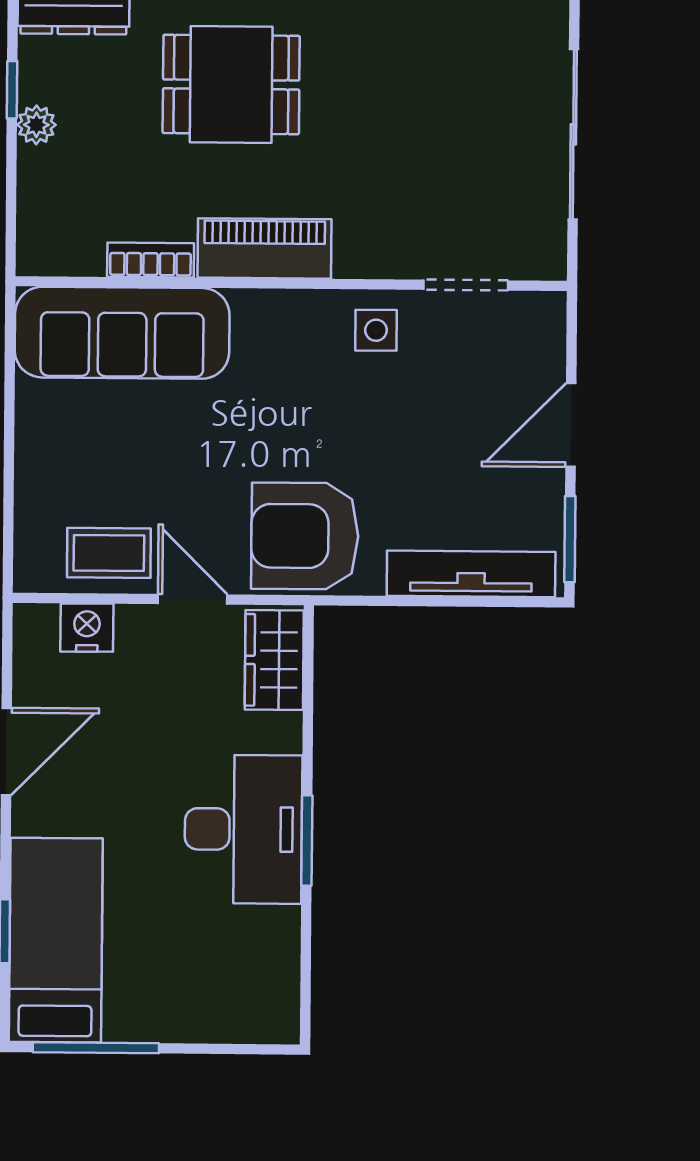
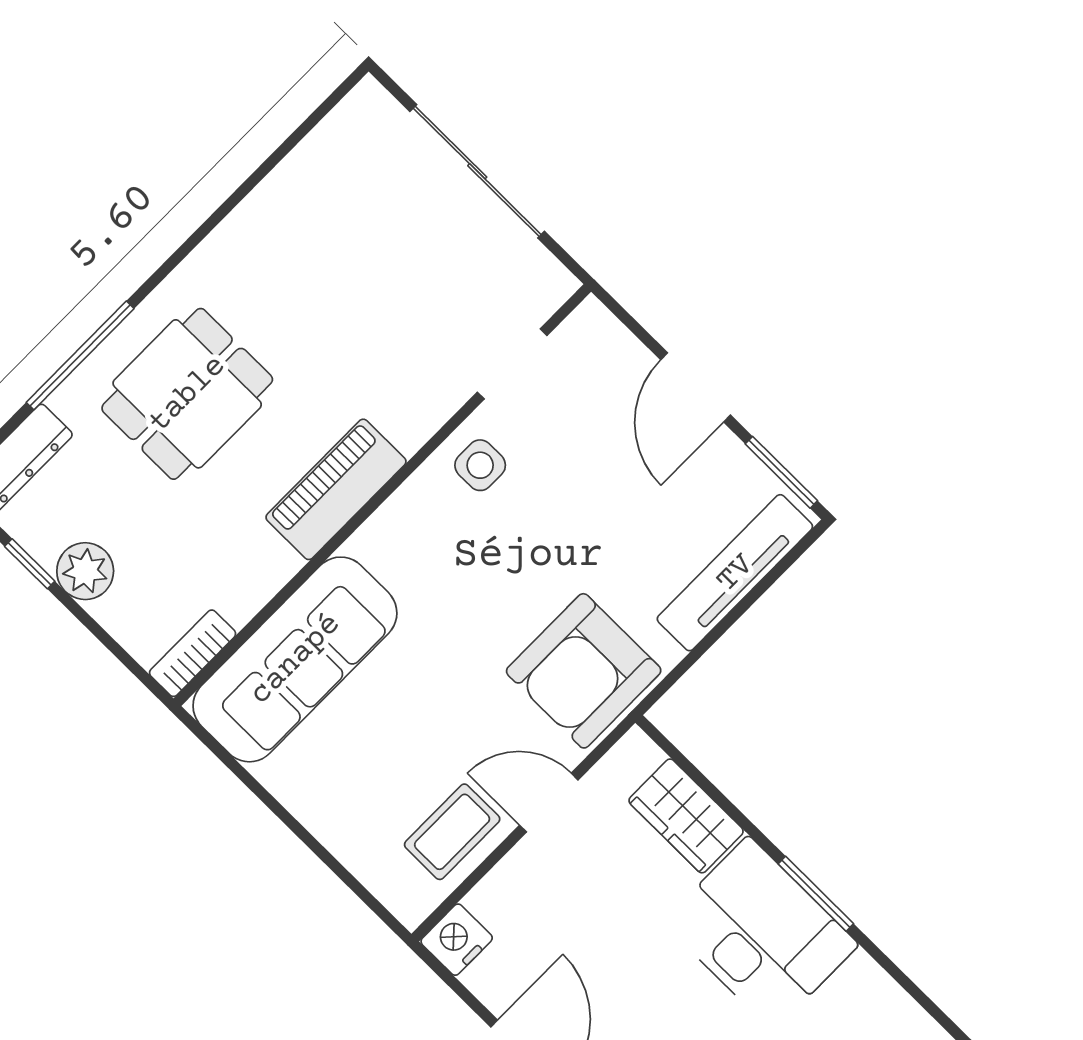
plant: (36, 125) -> (85, 571), width x1.38, depth x1.38
bookcase: (151, 260) -> (193, 653), moved
nightstand: (87, 628) -> (457, 940), moved
wardrobe: (274, 660) -> (686, 816), moved

